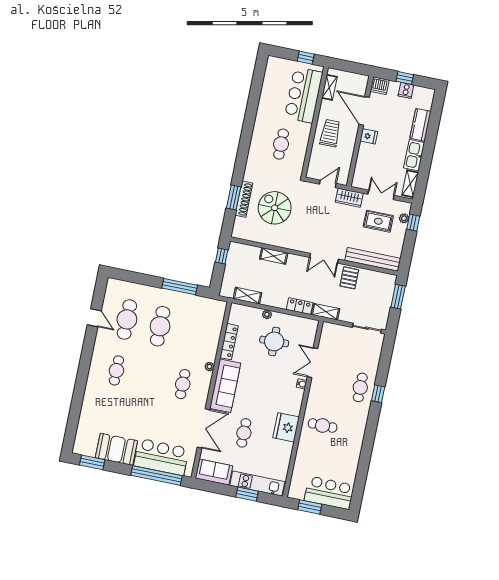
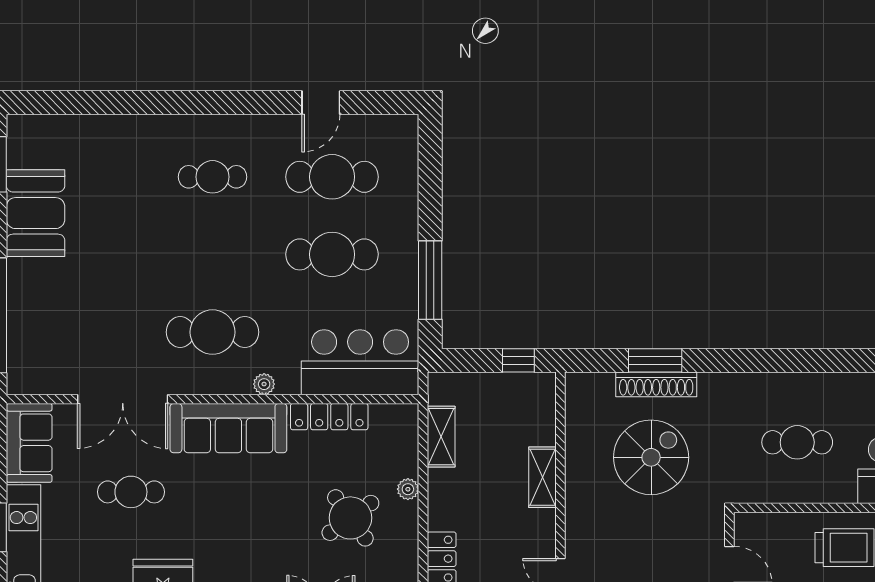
round table: (274, 341) -> (350, 518), turned -34
cafe table: (183, 384) -> (212, 332), width x1.37, depth x1.35
bar counter: (161, 457) -> (360, 362), moved, turned -90

